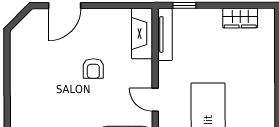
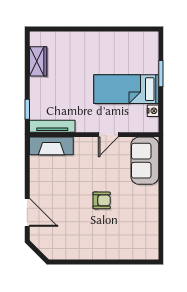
armchair: (93, 69) -> (102, 200), moved

